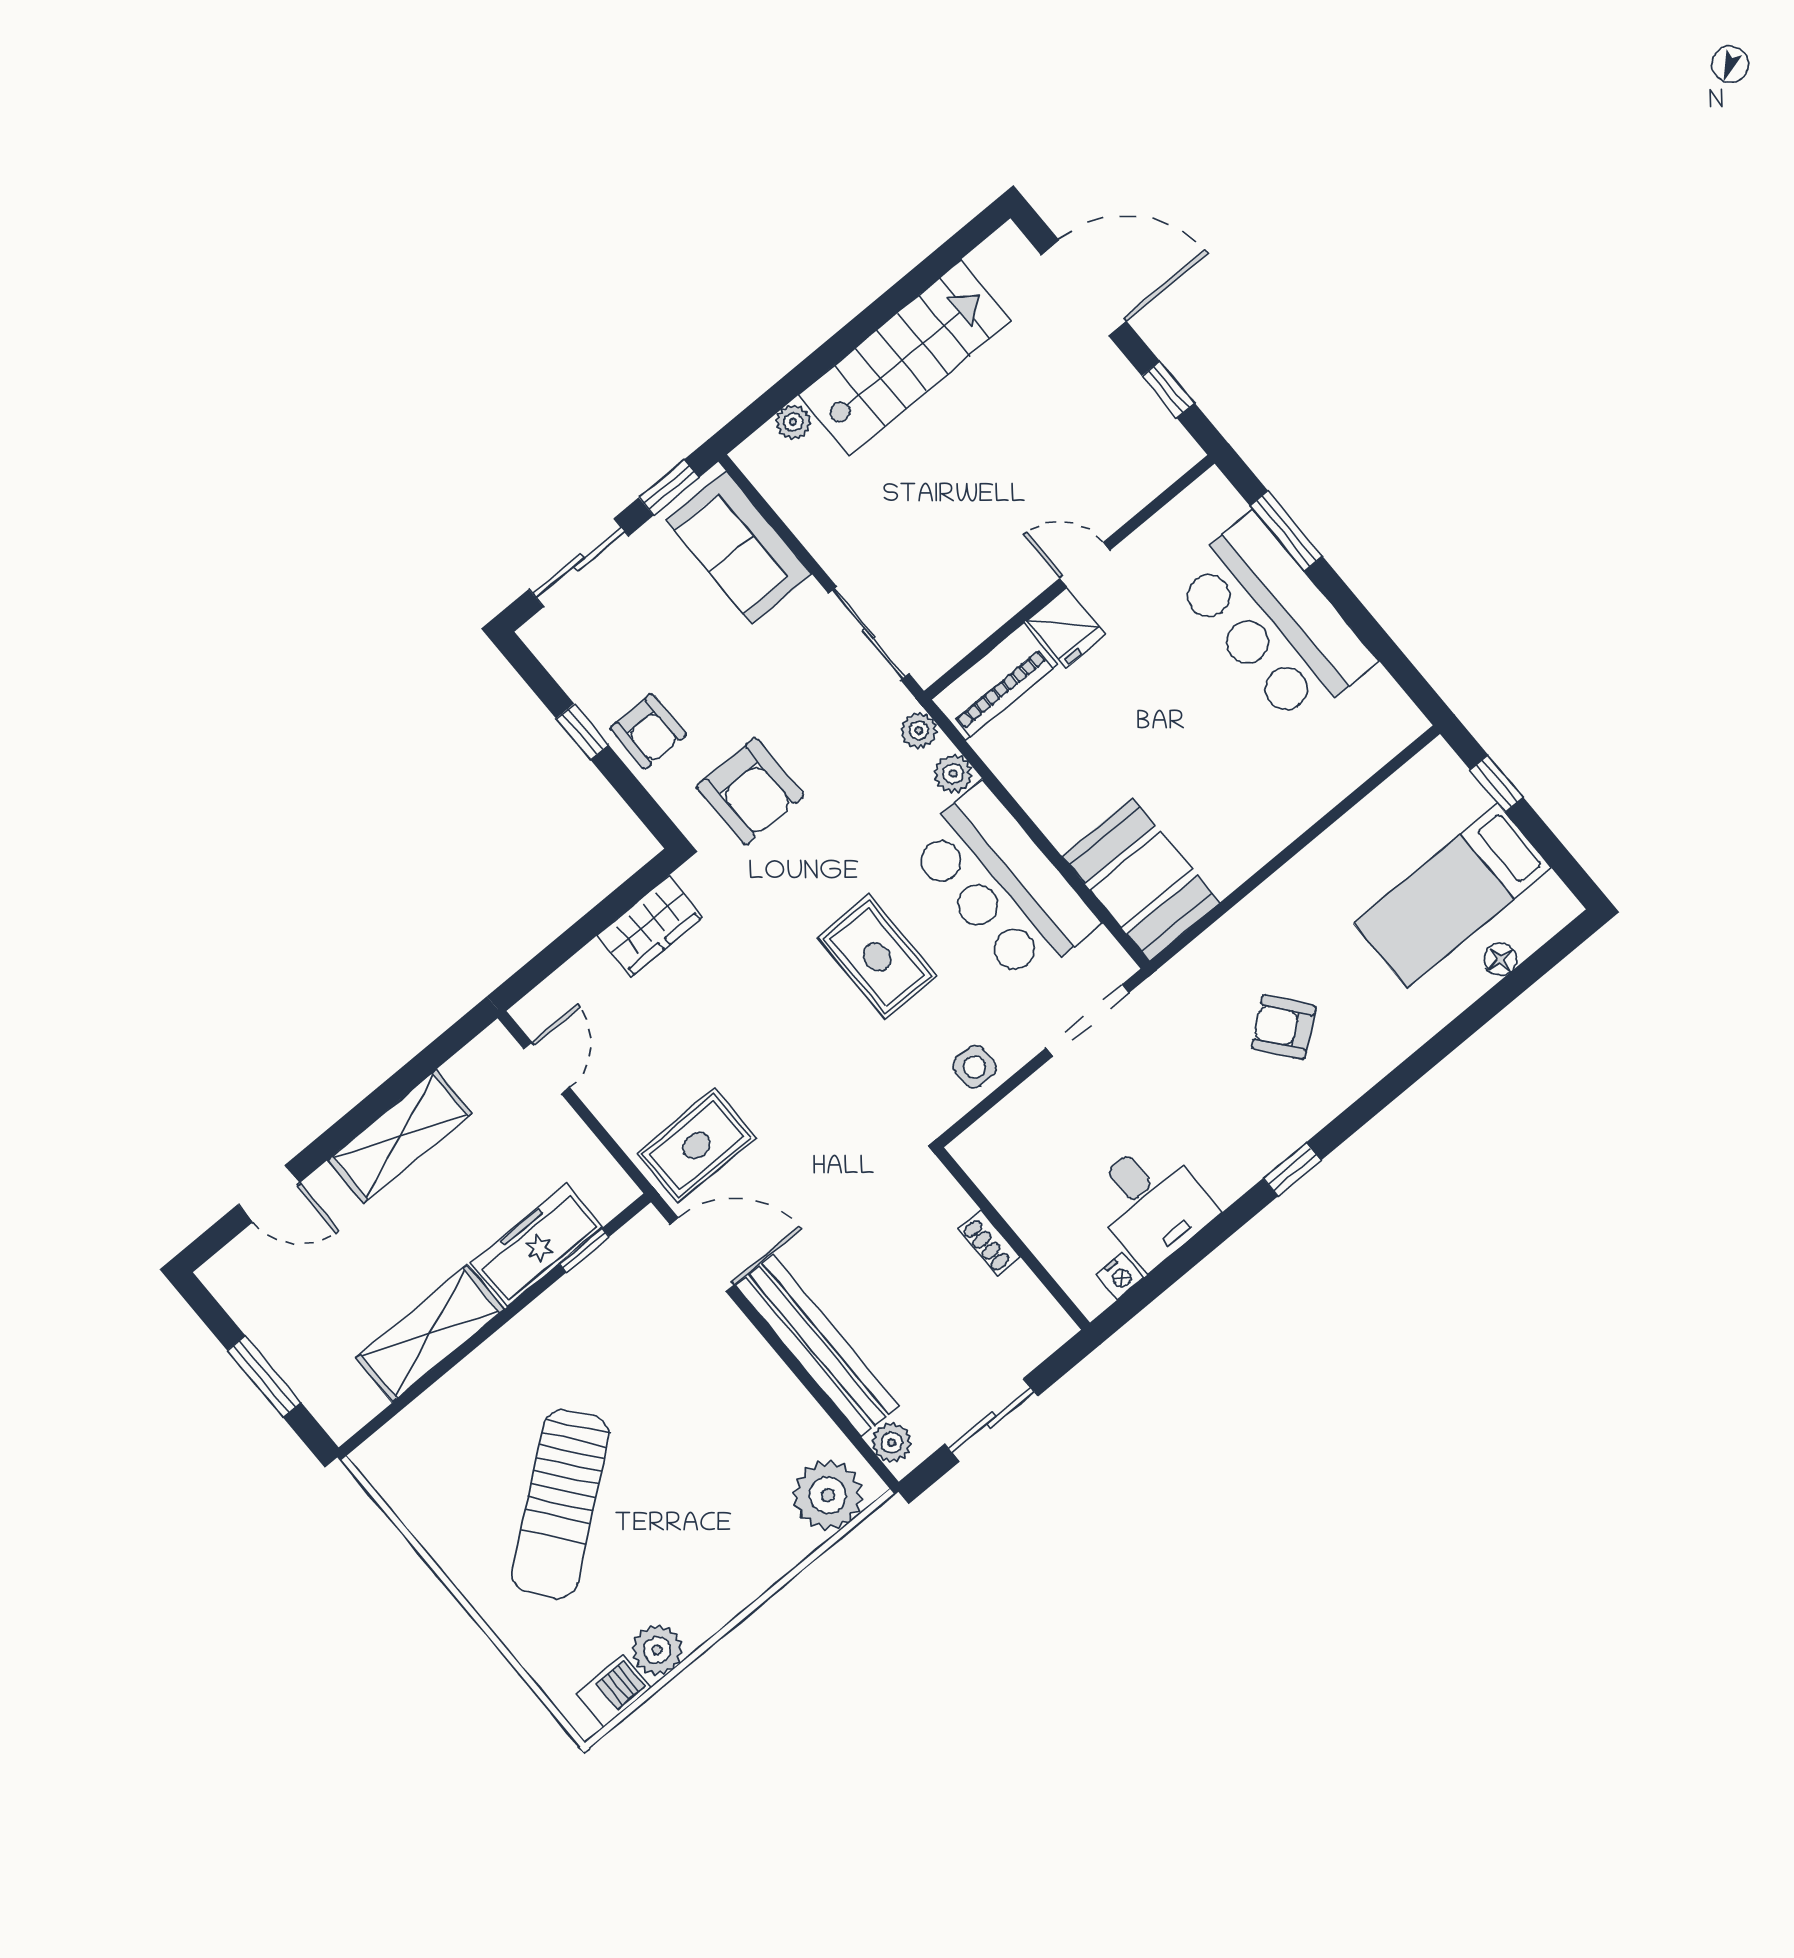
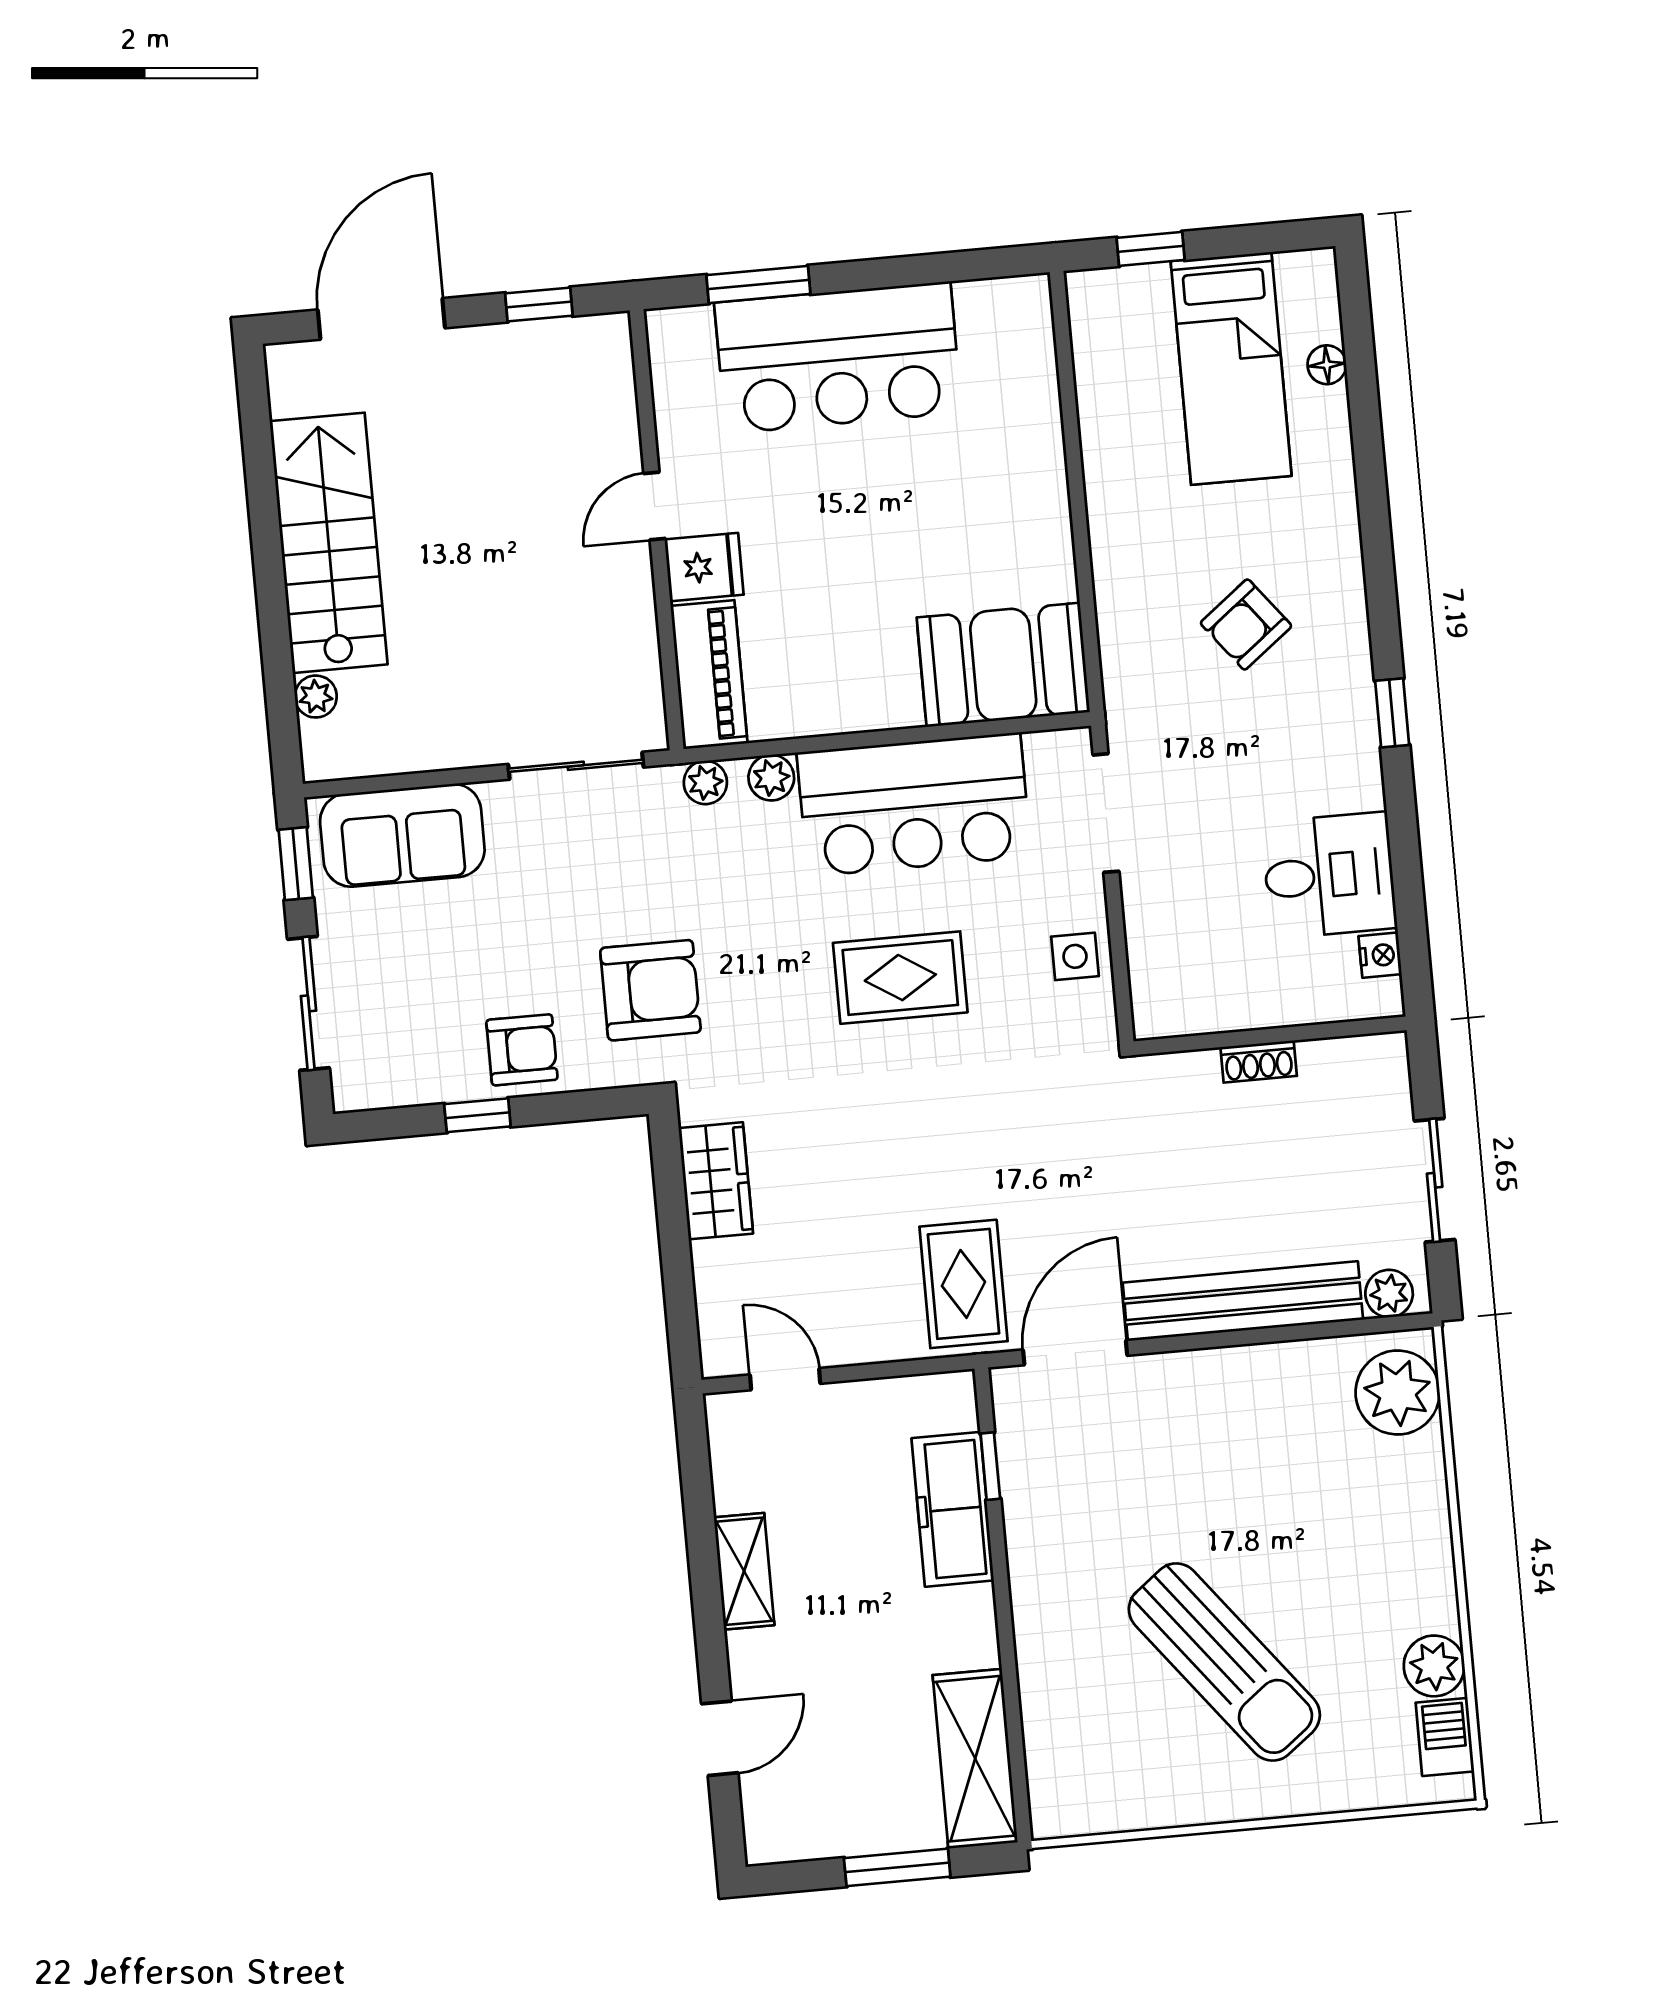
shelving: (400, 1136) -> (744, 1571), width x0.67, depth x0.75
shelving: (430, 1334) -> (975, 1759), moved

